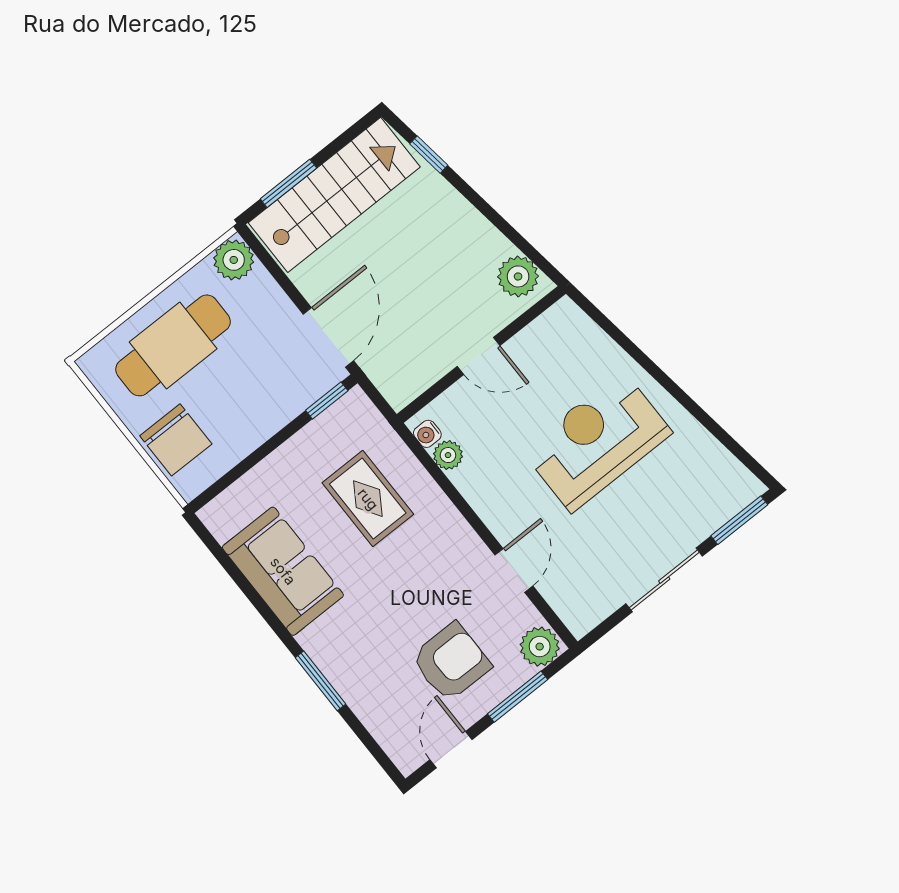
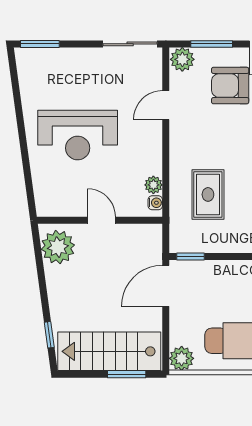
plant: (518, 276) -> (58, 247), width x1.36, depth x1.36
sliding door: (664, 580) -> (130, 44), moved

